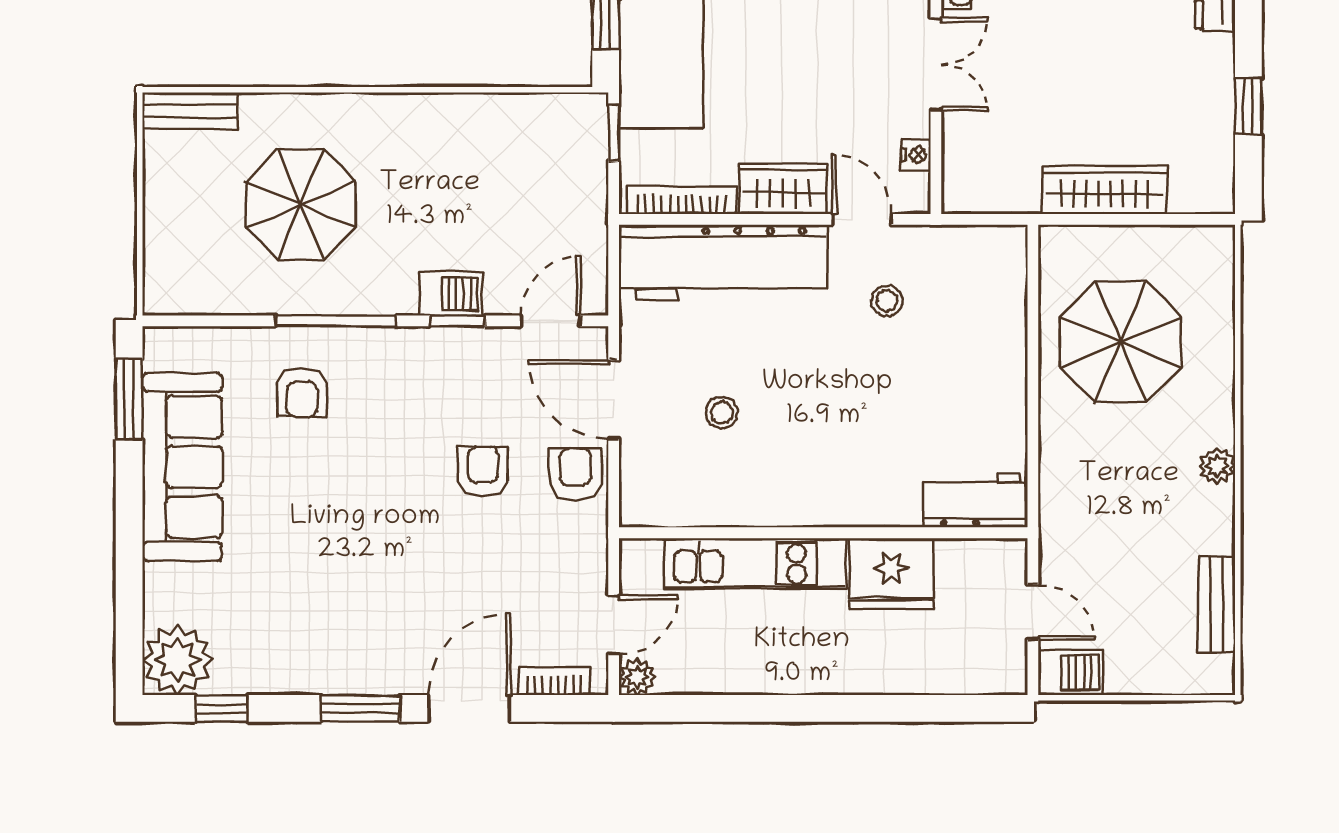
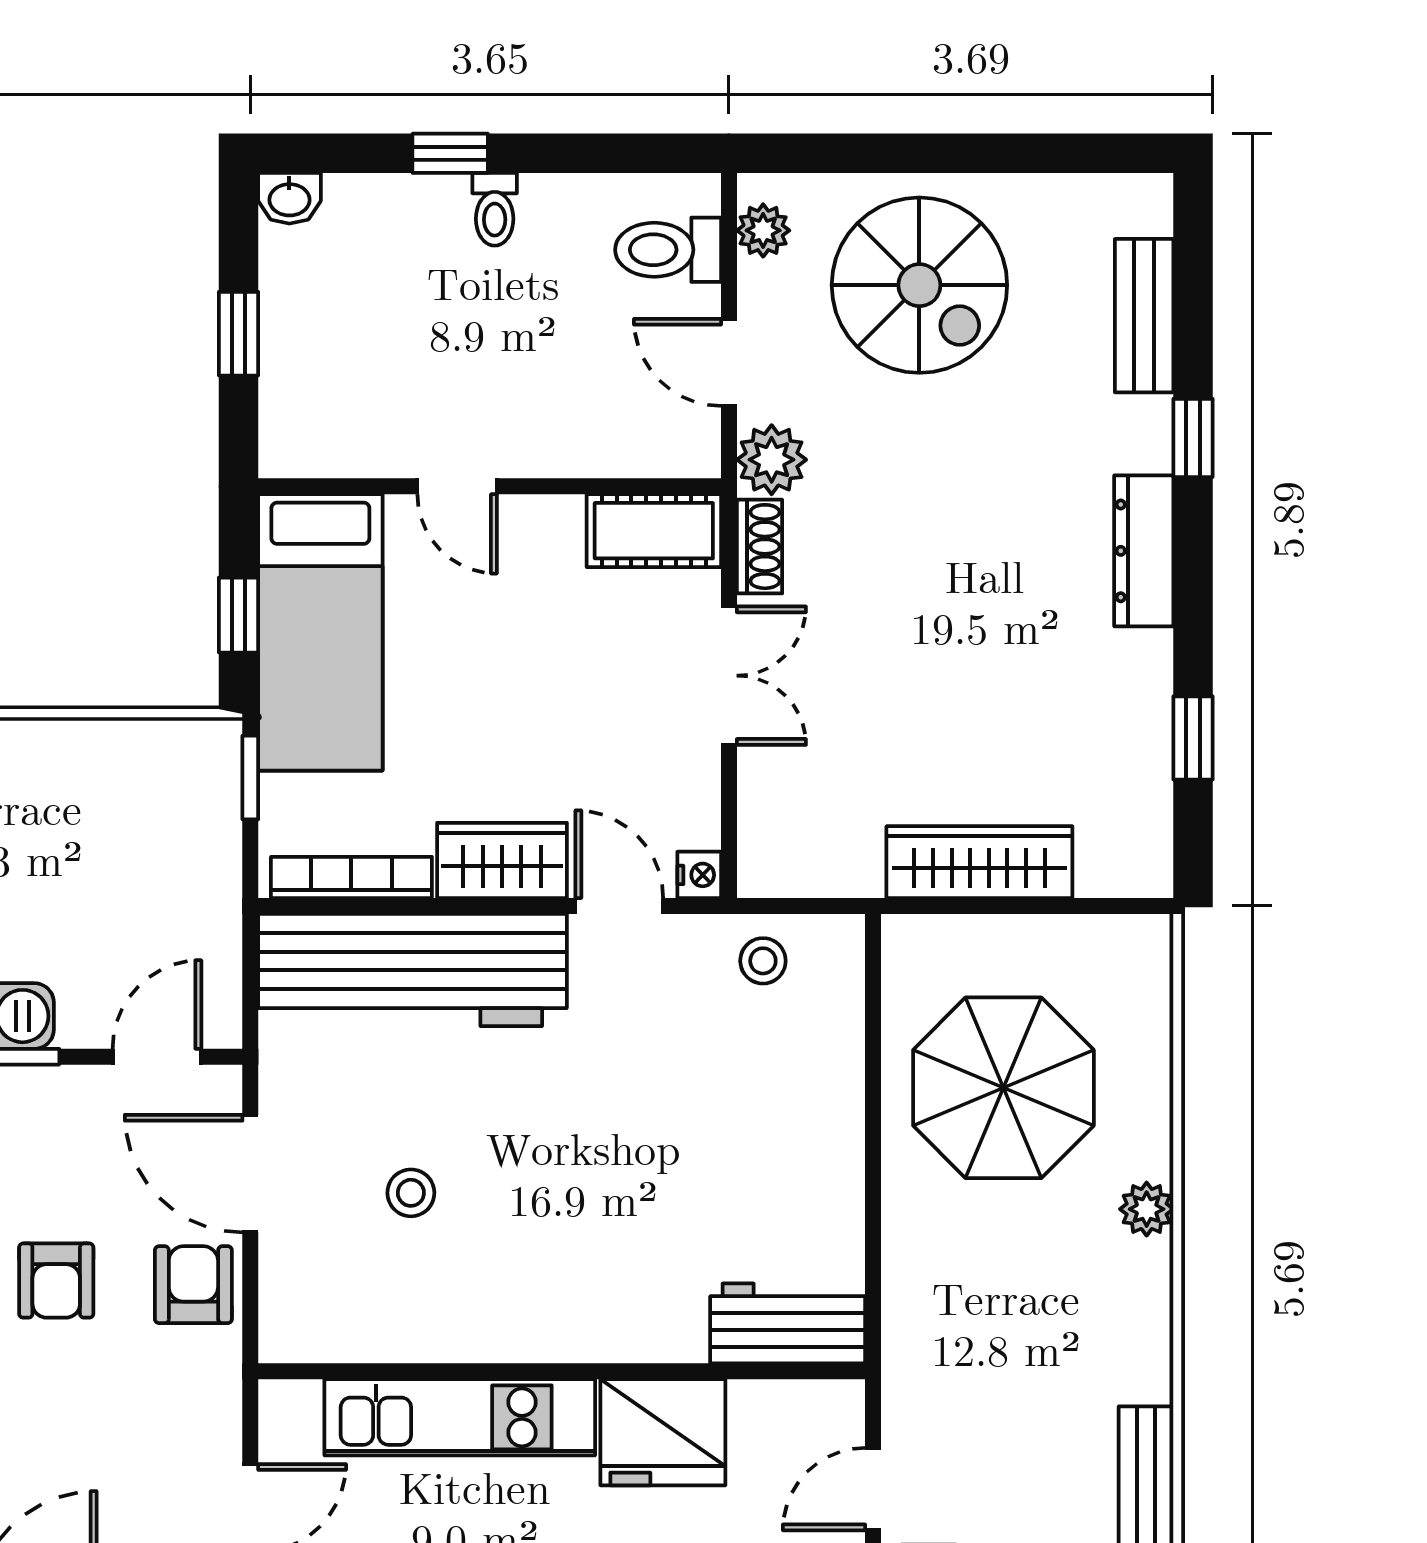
nightstand: (916, 155) -> (699, 875), moved
stool: (887, 301) -> (763, 961), moved
plant: (1217, 466) -> (1147, 1209), moved
armchair: (483, 472) -> (56, 1281), turned 180
door: (1033, 612) -> (873, 1489), swing flipped

